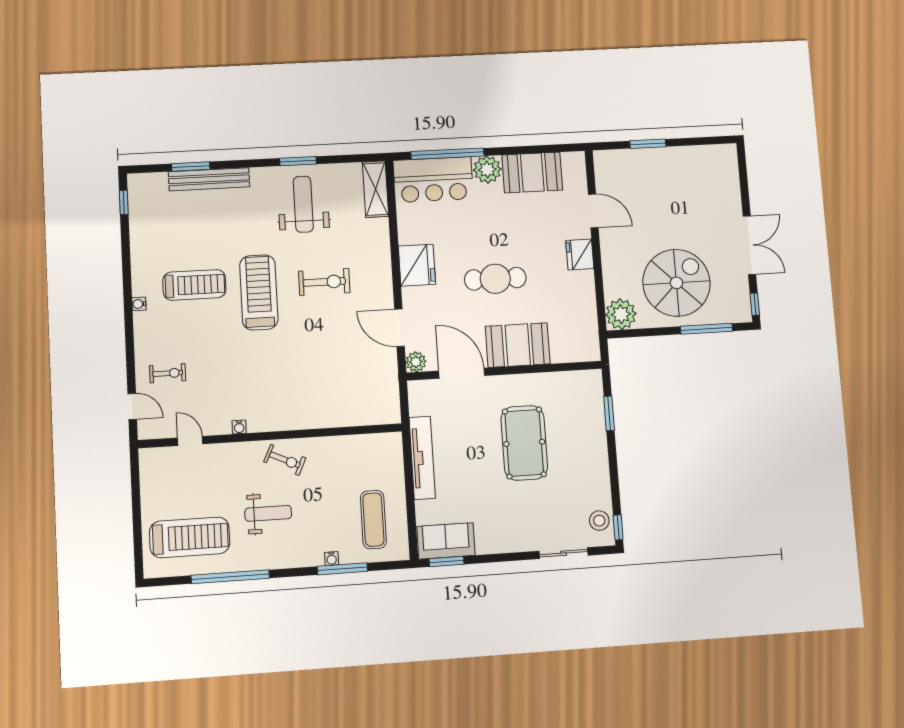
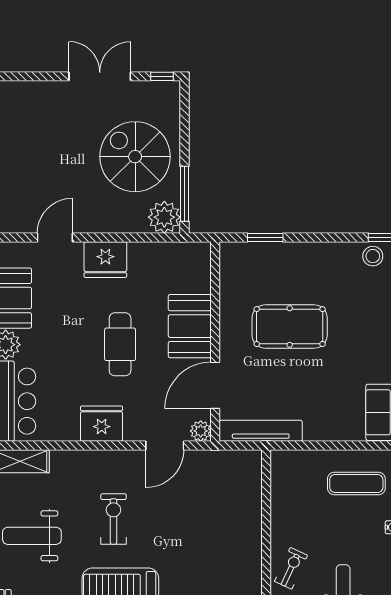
fridge: (580, 254) -> (105, 260), width x1.36, depth x1.34
window: (706, 329) -> (185, 194), moved
tv unit: (422, 458) -> (261, 431), moved

